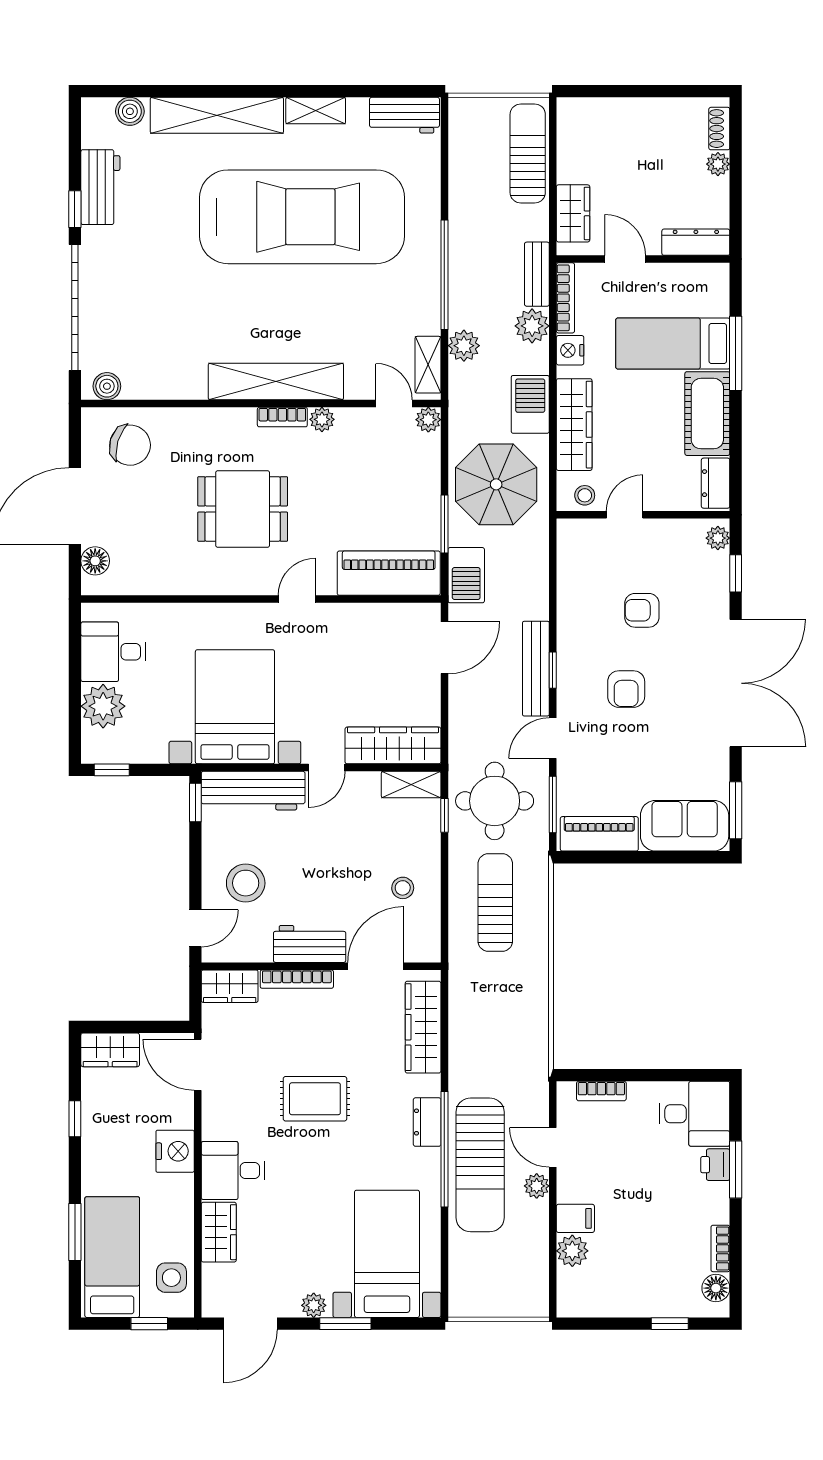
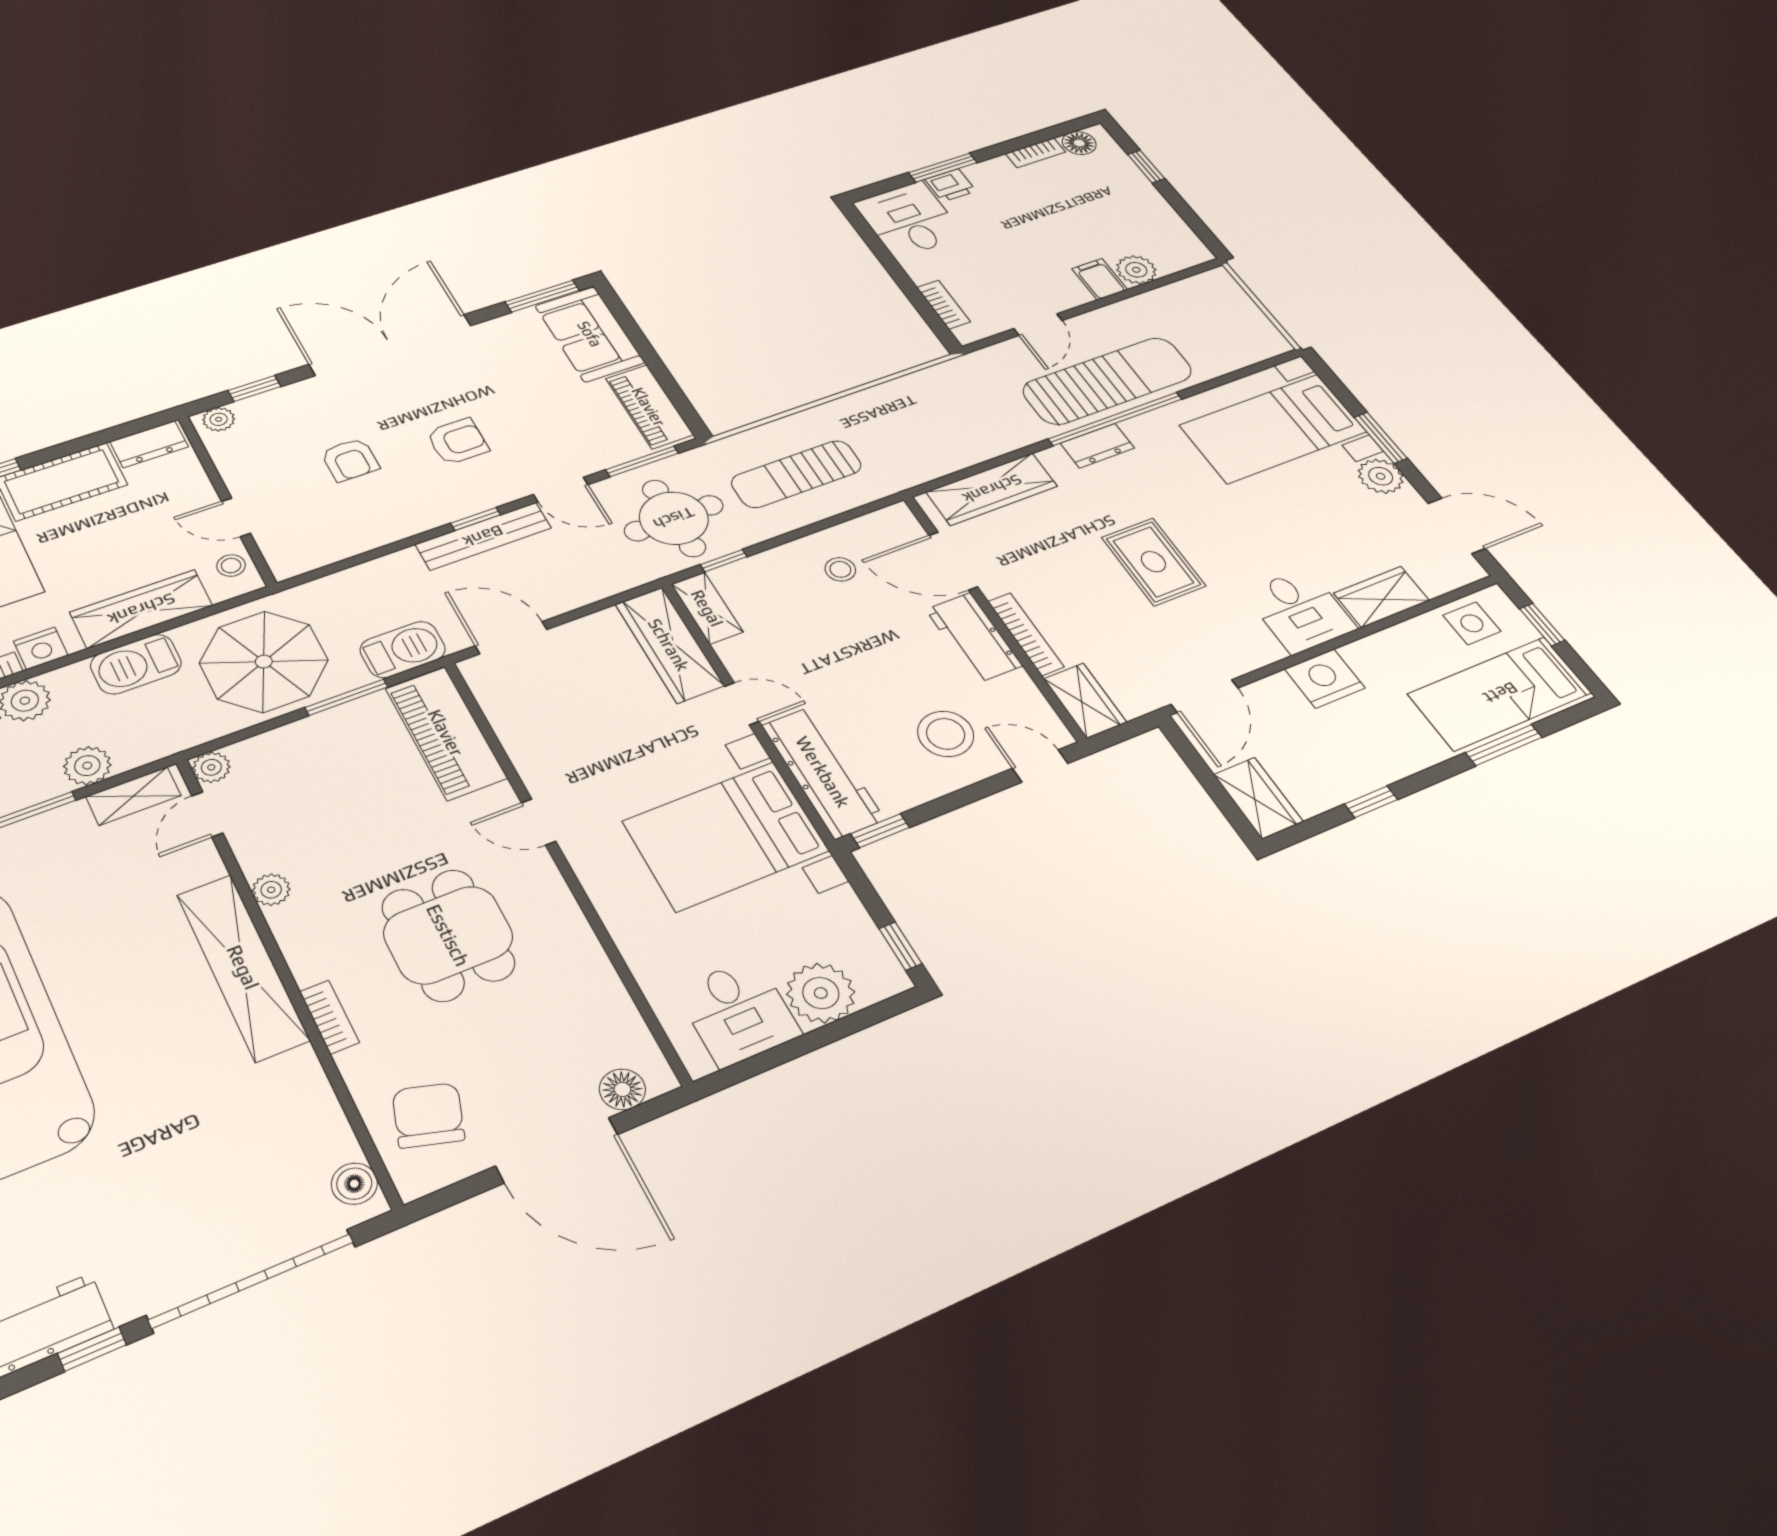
bookcase: (282, 417) -> (329, 1017), moved
plant: (537, 1186) -> (1091, 324), removed
plant: (314, 1305) -> (1381, 476), width x1.38, depth x1.38

